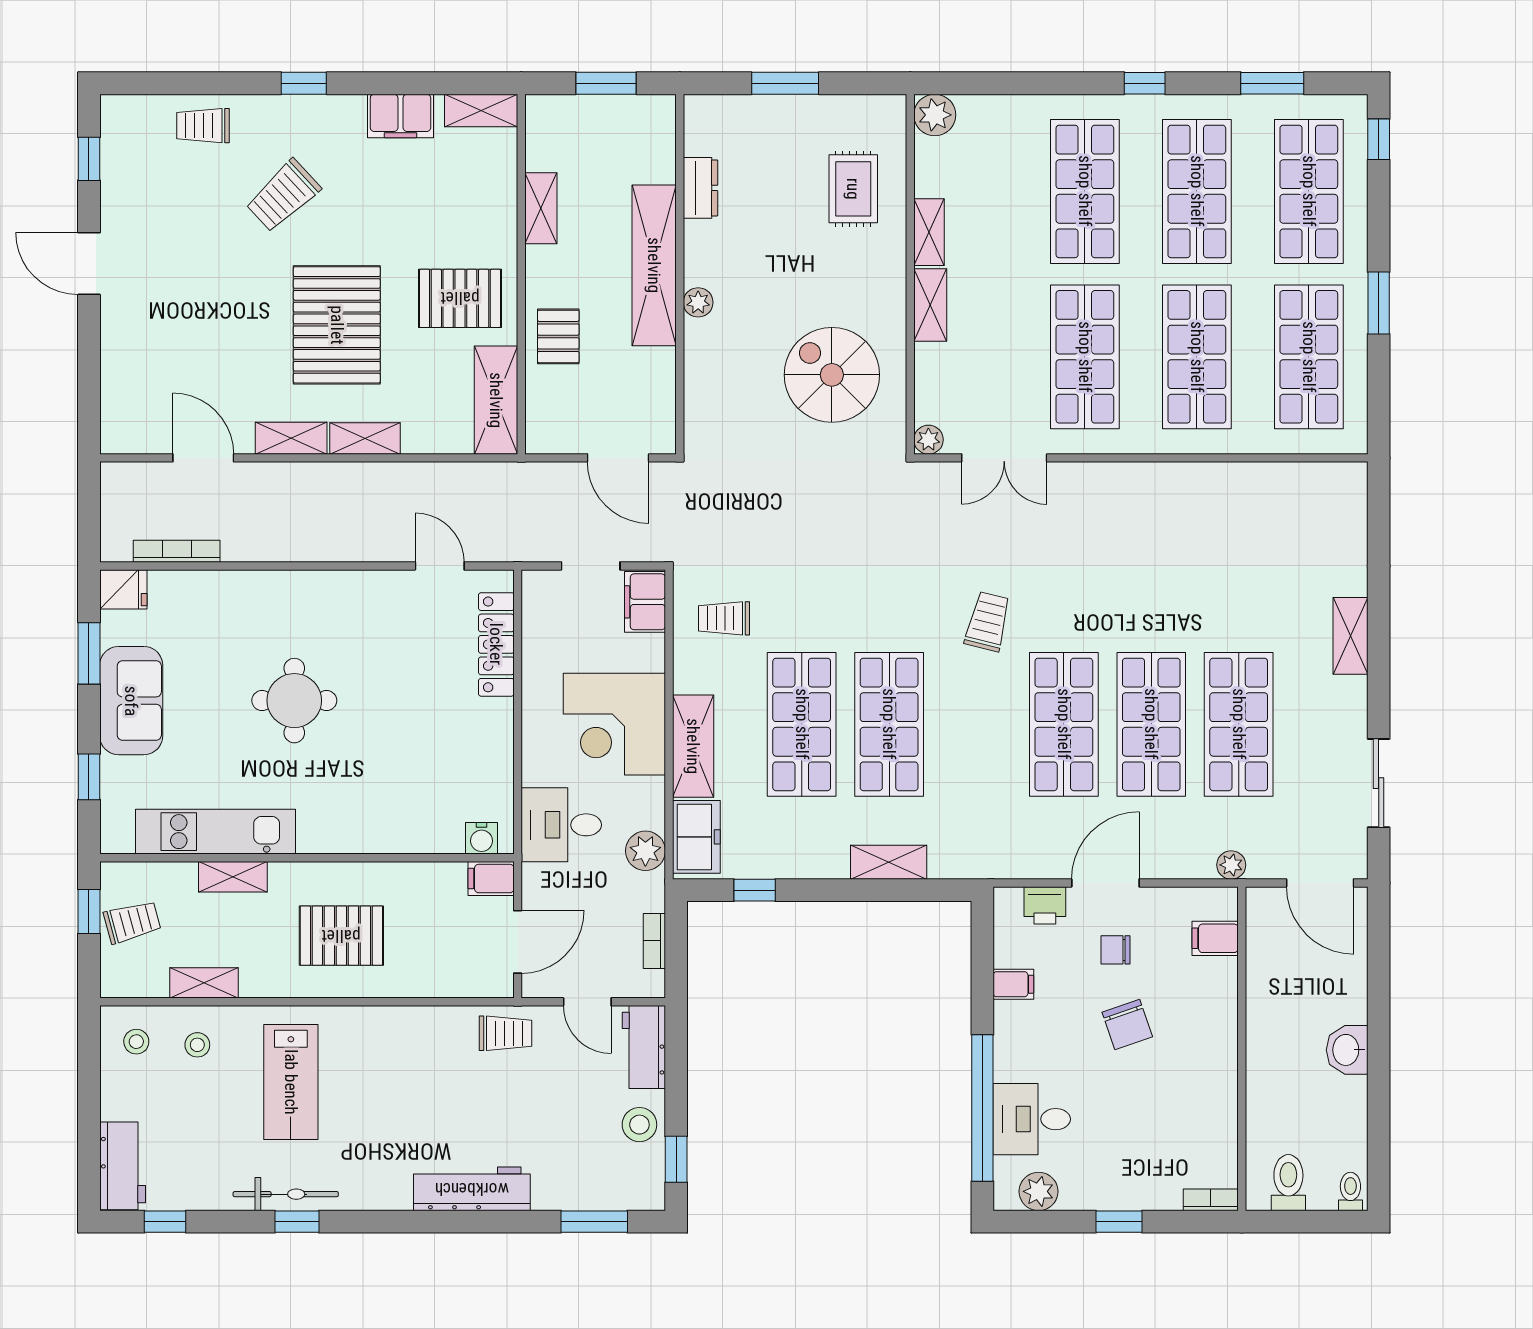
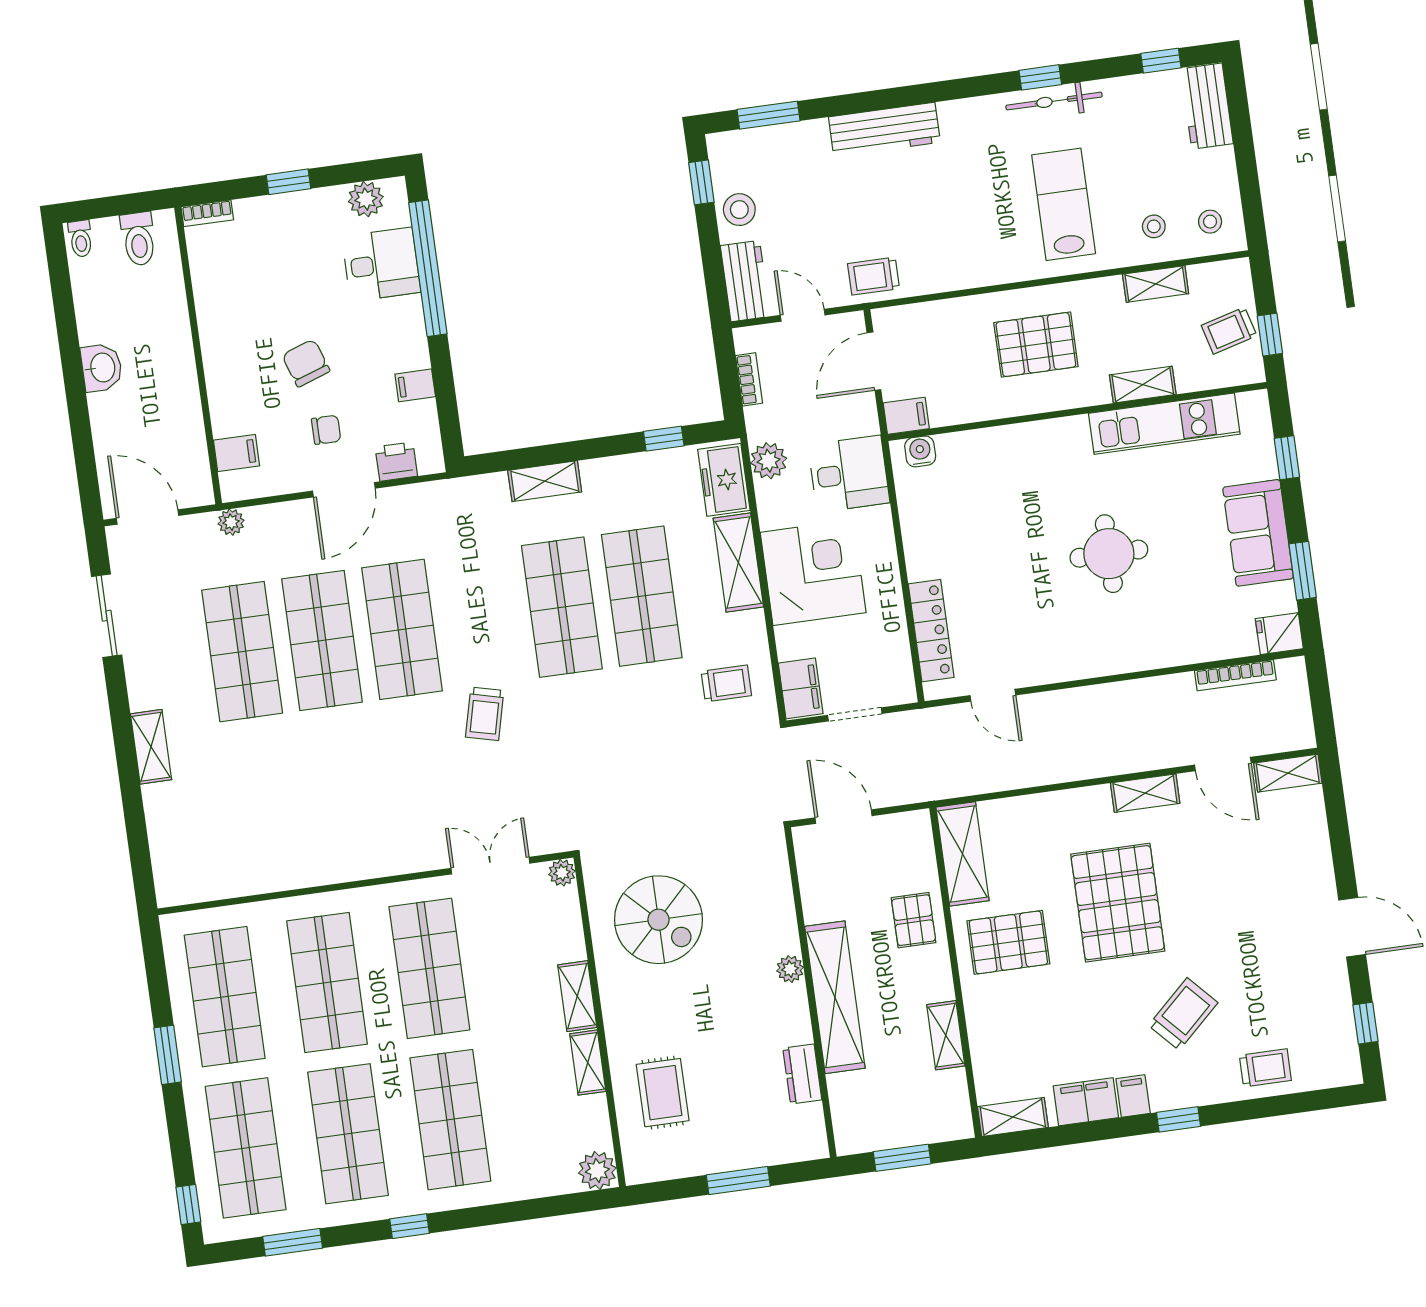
filing cabinet: (349, 115) -> (1133, 1096), added
shelving: (365, 438) -> (1288, 773), moved

